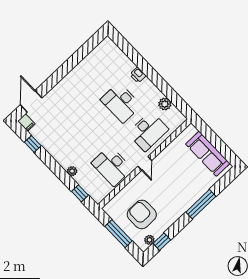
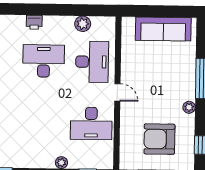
desk: (121, 103) -> (44, 61), turned 180
plant: (149, 240) -> (189, 107), moved

